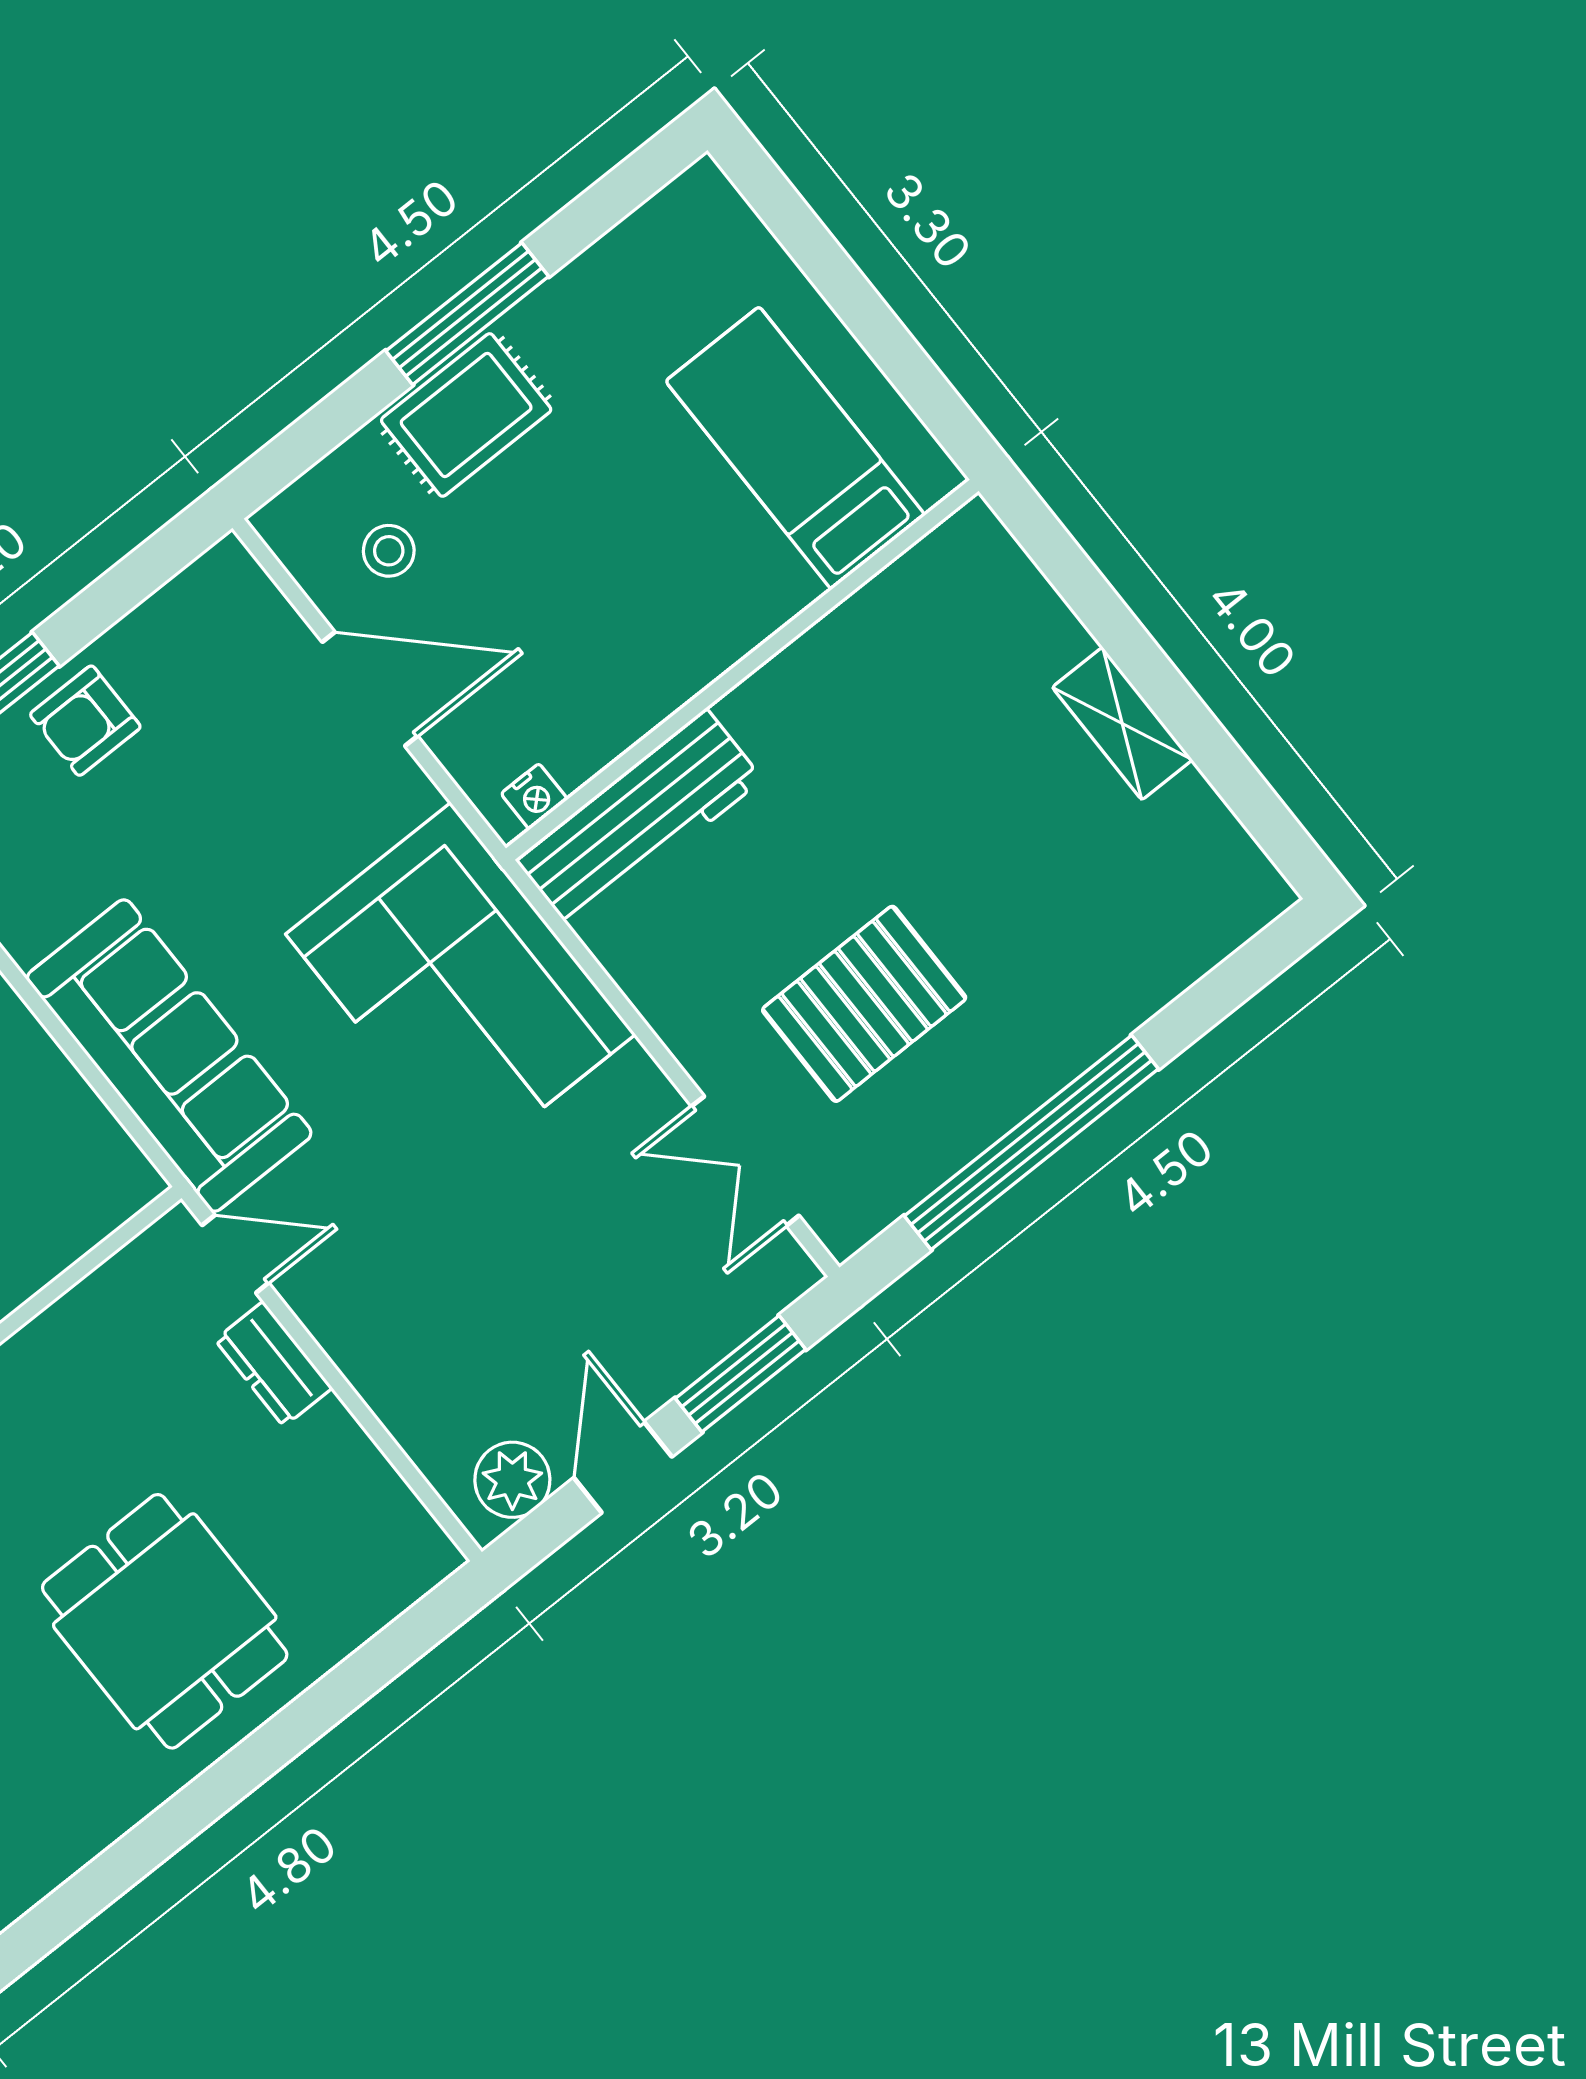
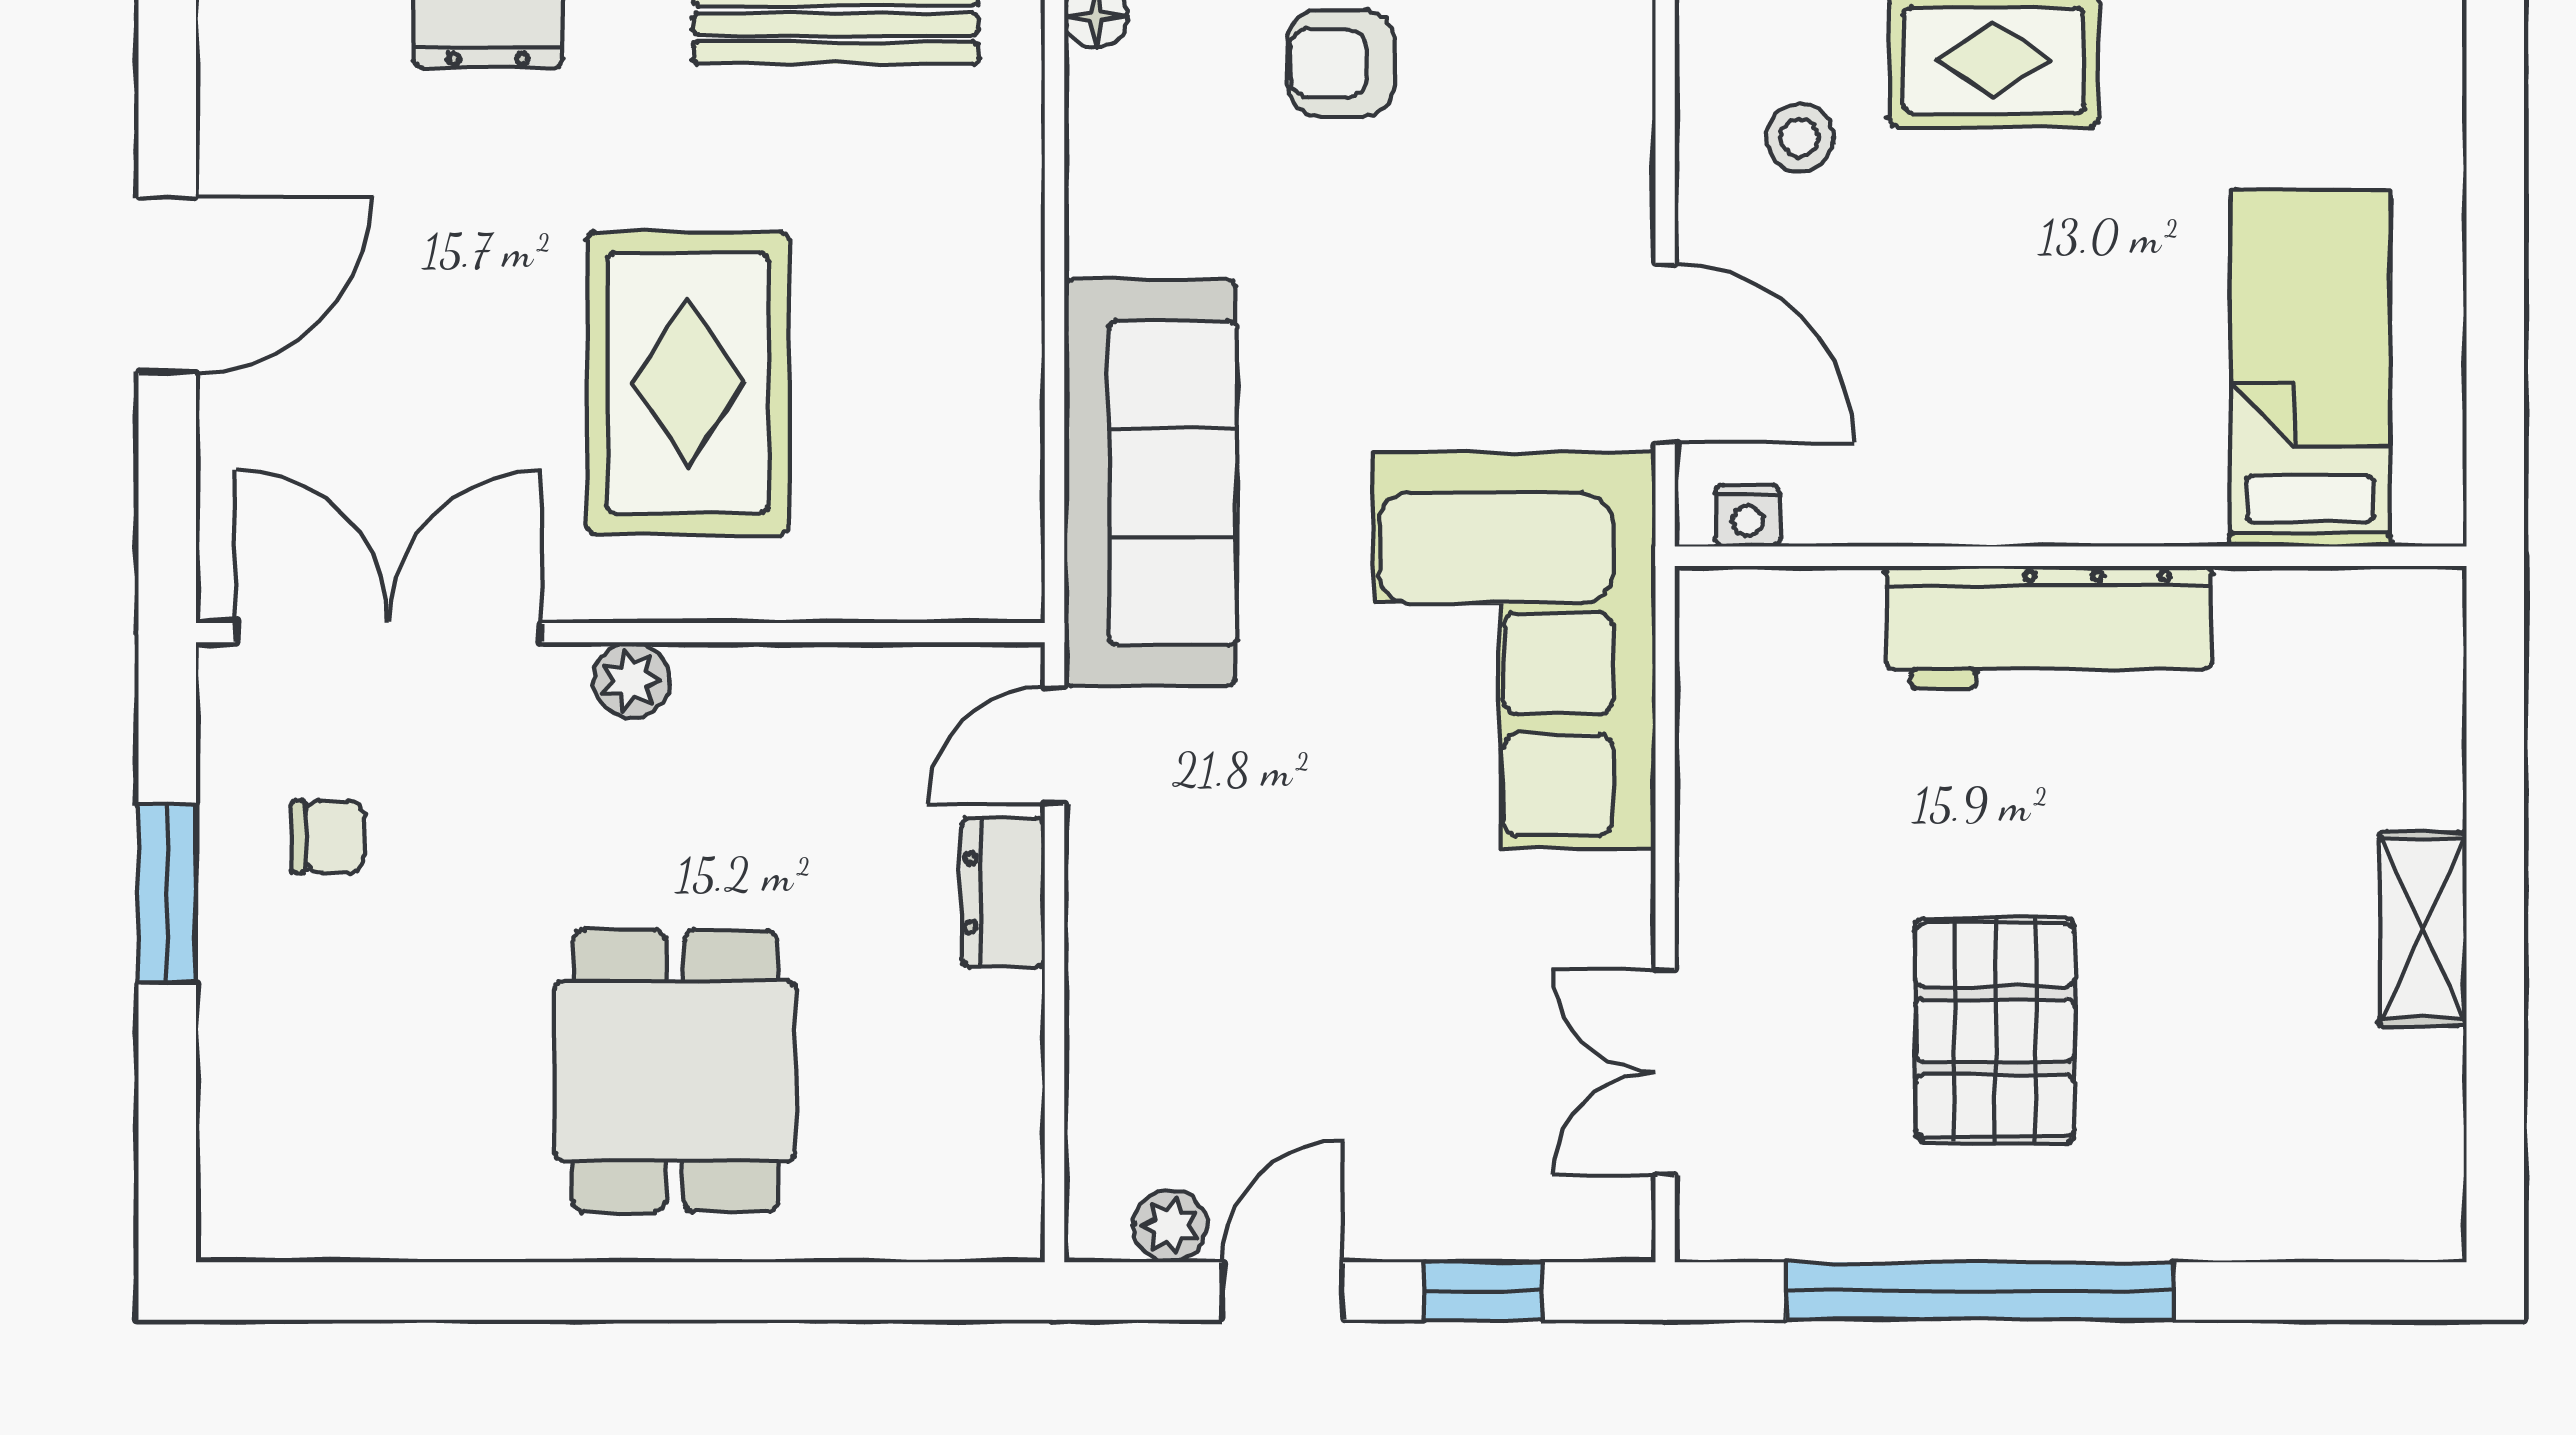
door: (370, 689) -> (1665, 354), moved
workbench: (639, 820) -> (2048, 627), moved
pallet: (864, 1004) -> (1995, 1030), moved, turned 90
door: (235, 1254) -> (1054, 745), swing flipped
window: (740, 1374) -> (1483, 1291), width x0.67
plant: (512, 1480) -> (1170, 1226), width x0.73, depth x0.73

